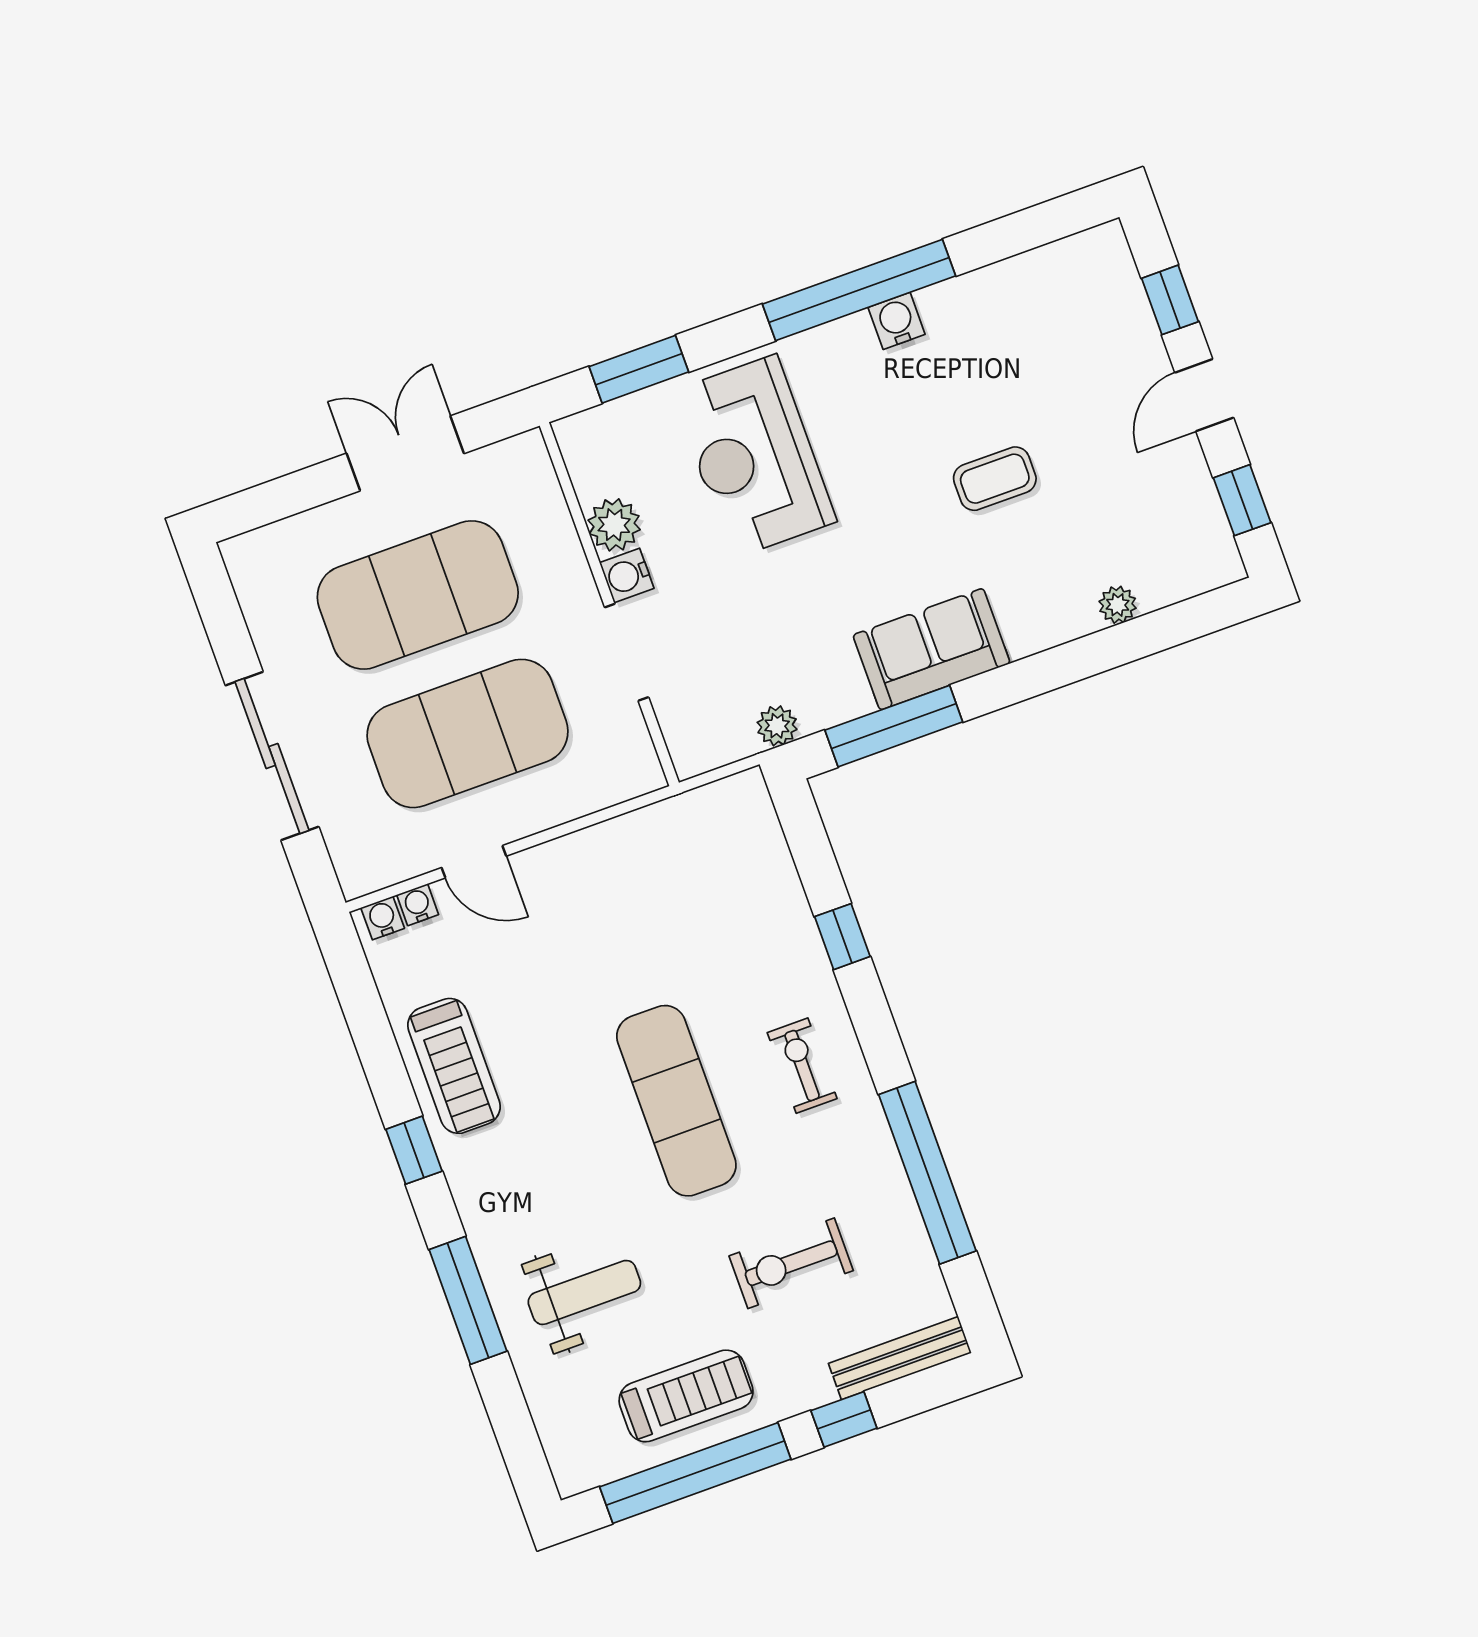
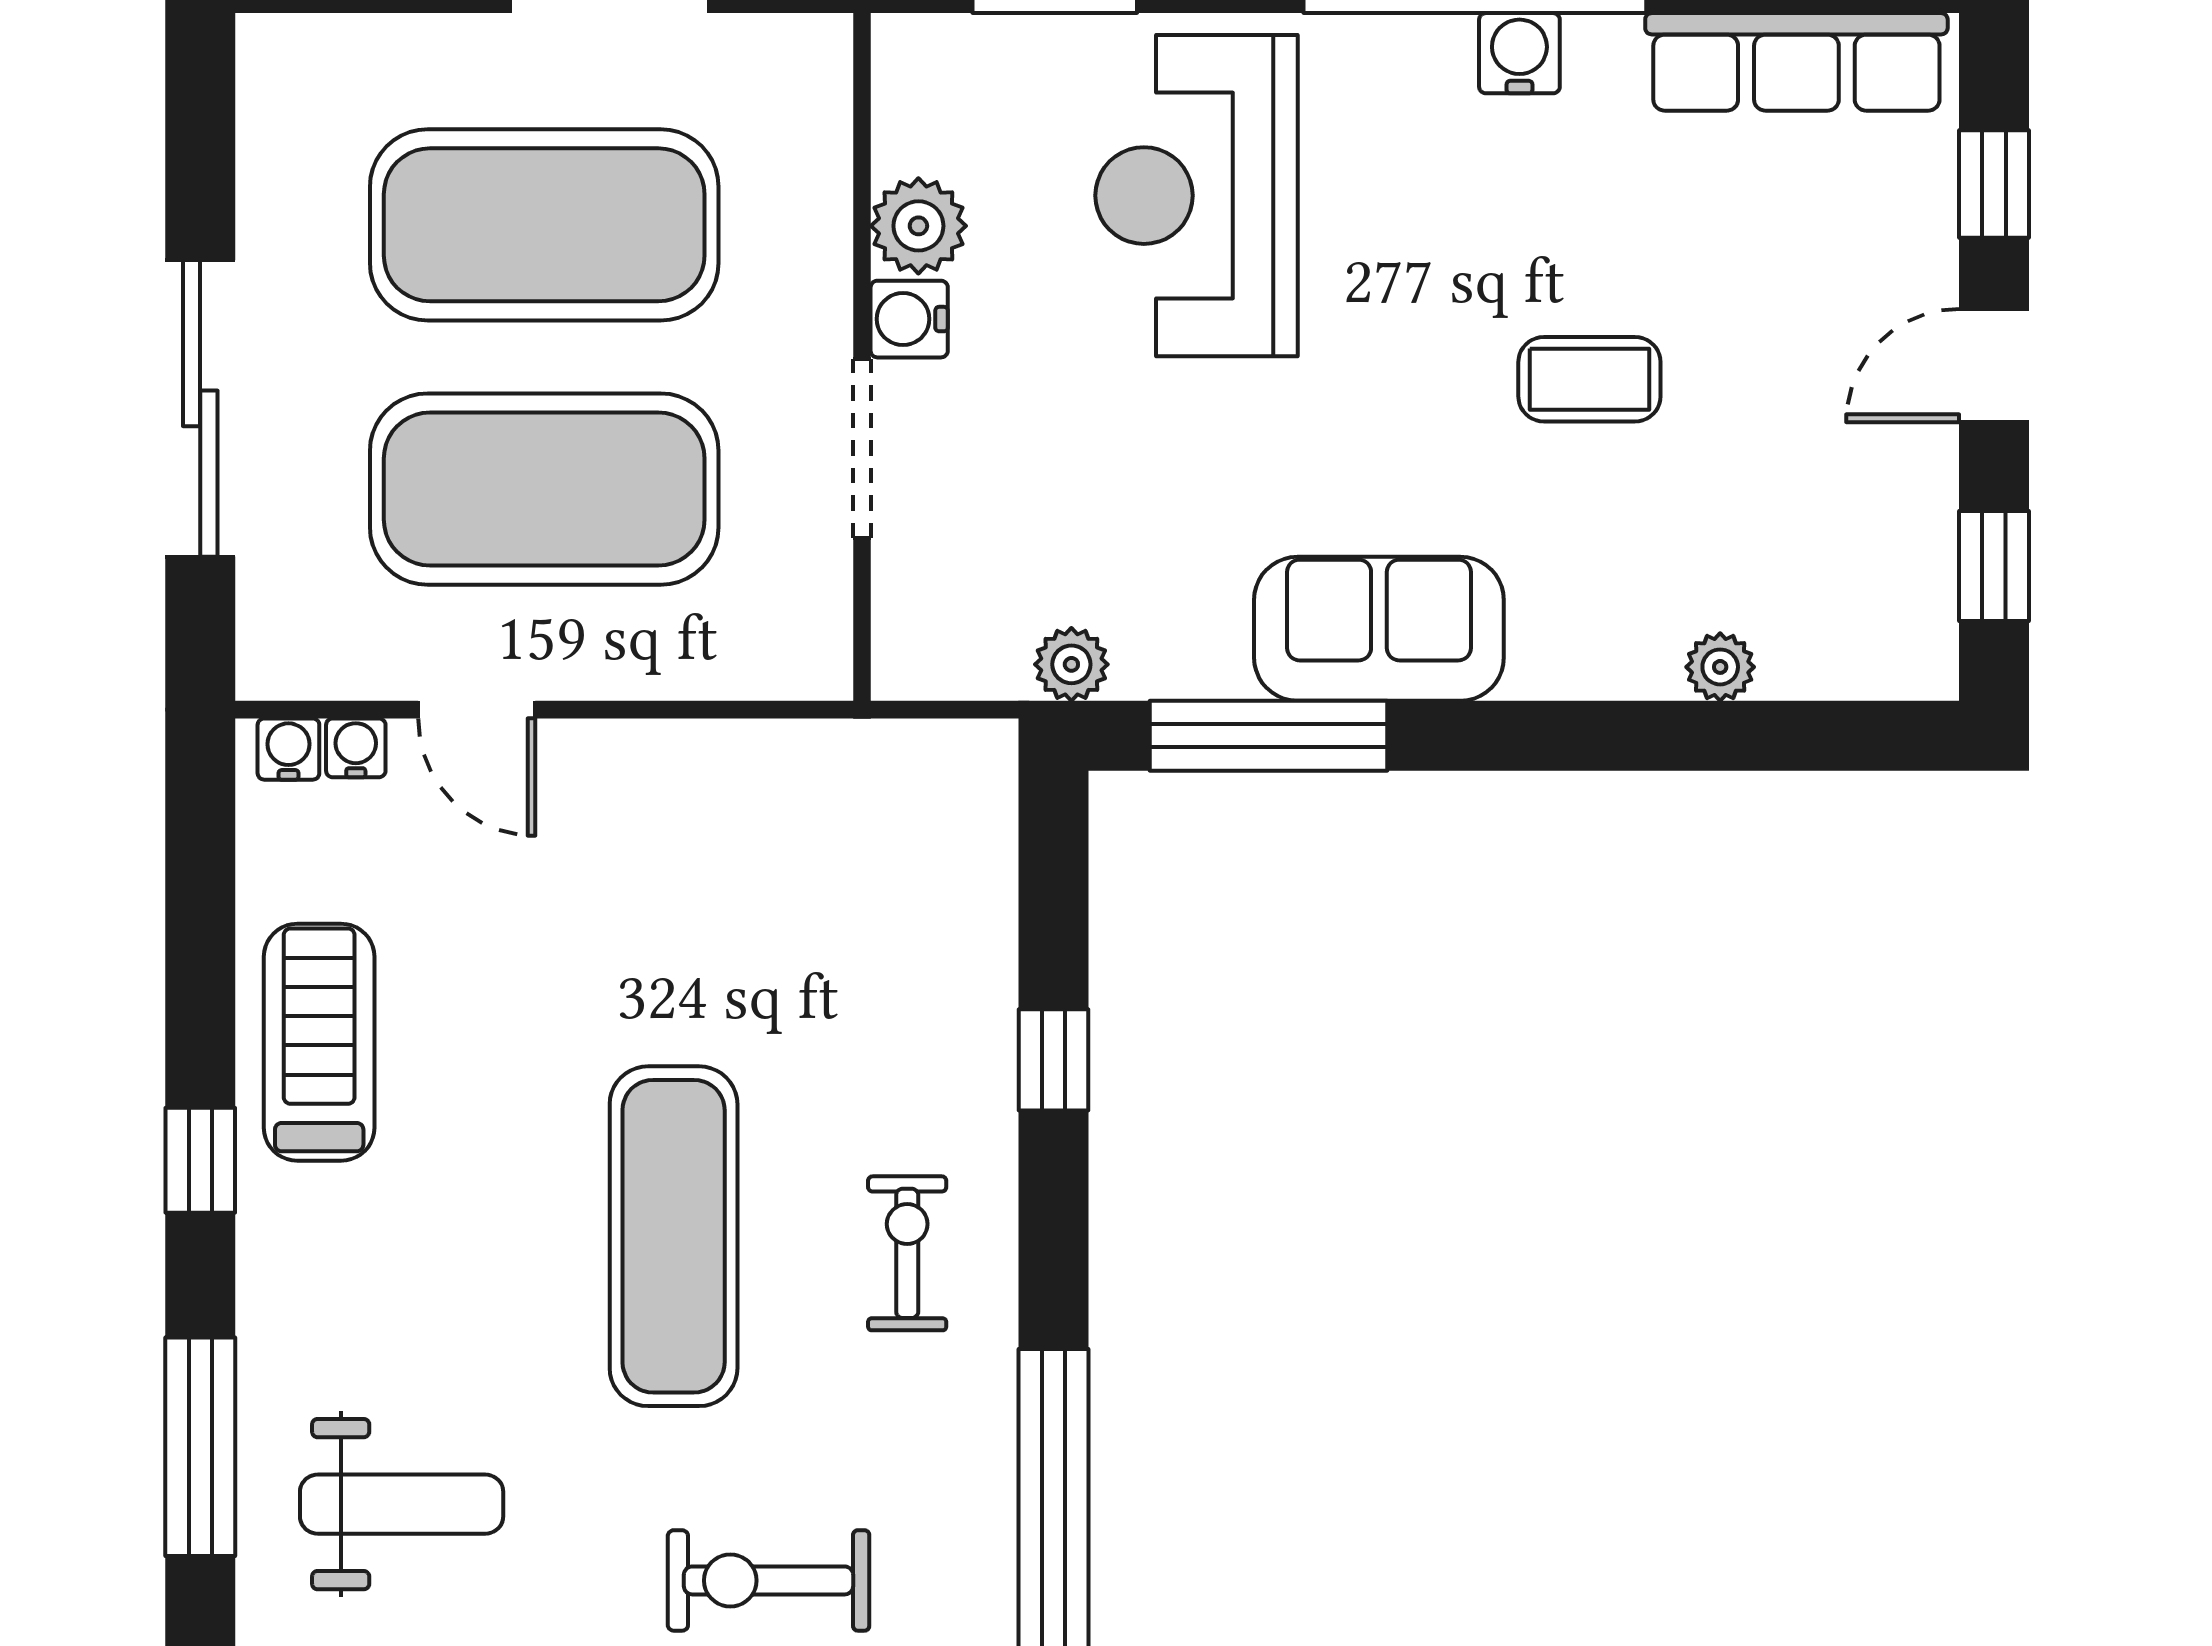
row of seats: (1043, 273) -> (1796, 62), added
treadmill: (454, 1066) -> (319, 1042), turned 180

